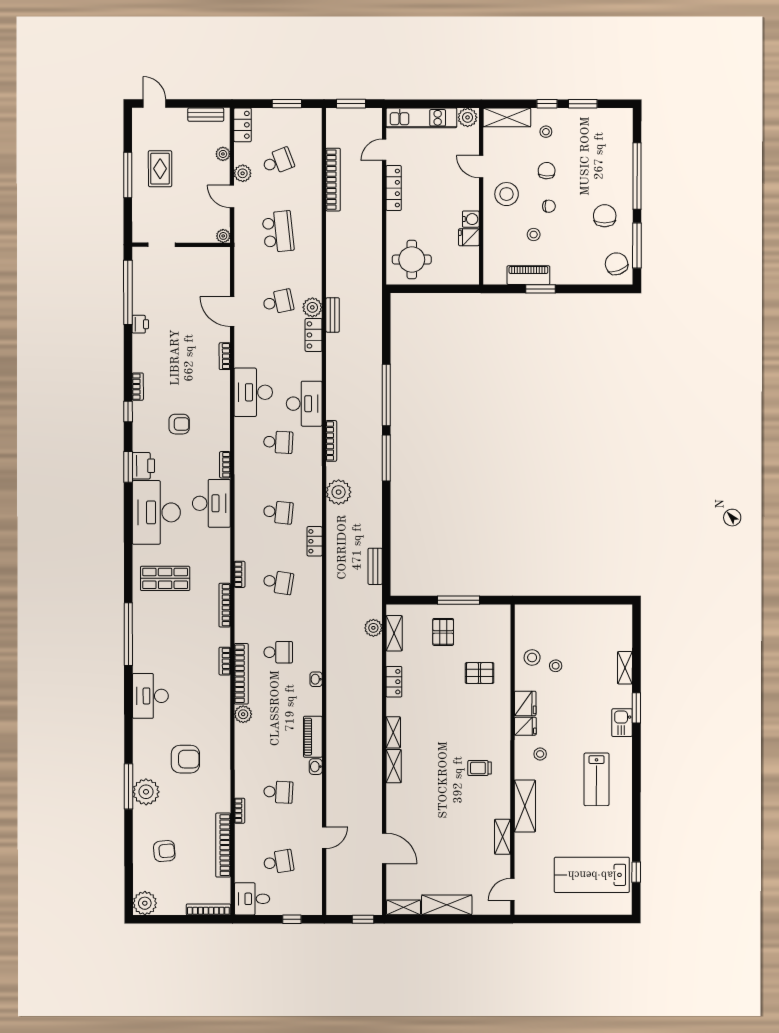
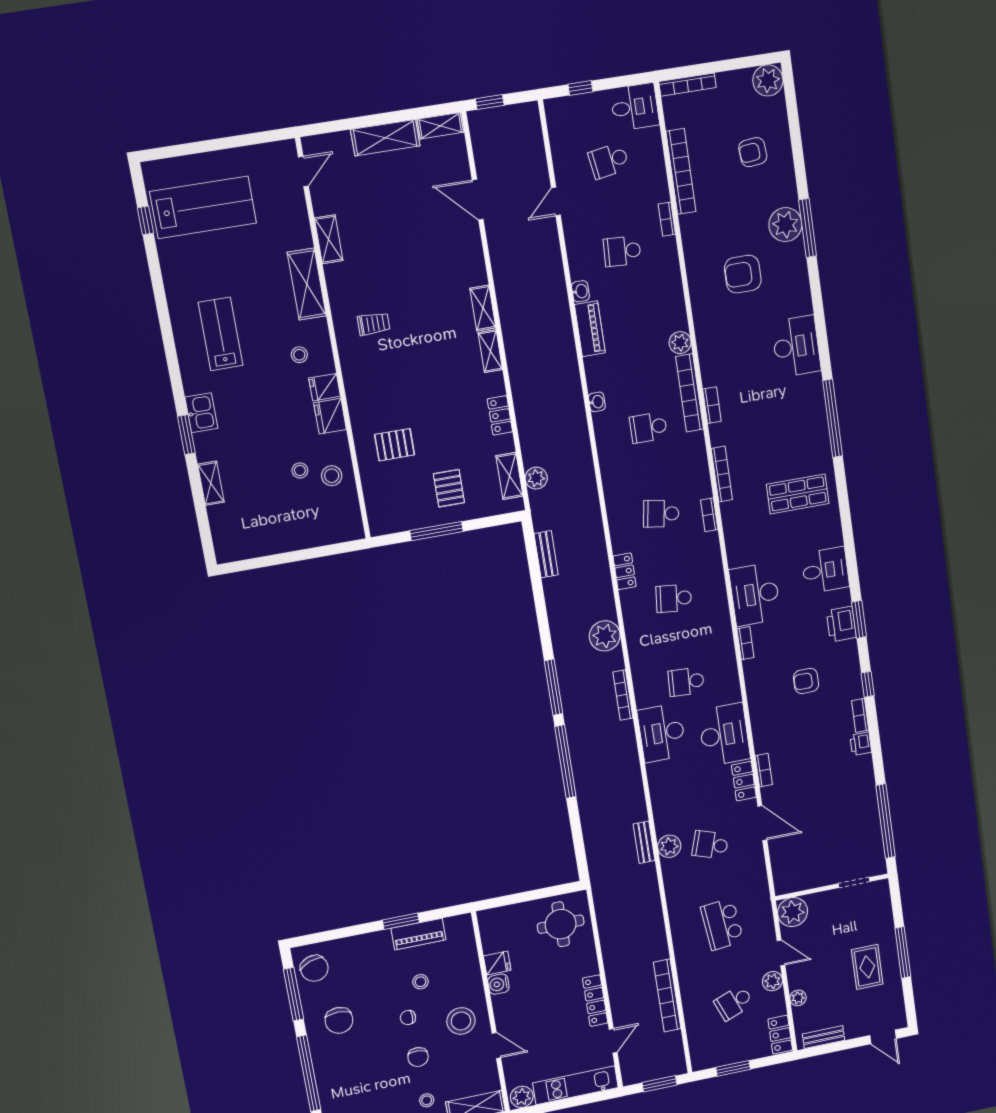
plant: (223, 236) -> (793, 912), width x1.88, depth x1.88
school desk: (278, 302) -> (710, 845), turned 30
printer: (140, 324) -> (861, 744), moved
locker: (314, 335) -> (744, 781), moved, turned 180
desk: (156, 512) -> (825, 570), width x0.53, depth x0.77

